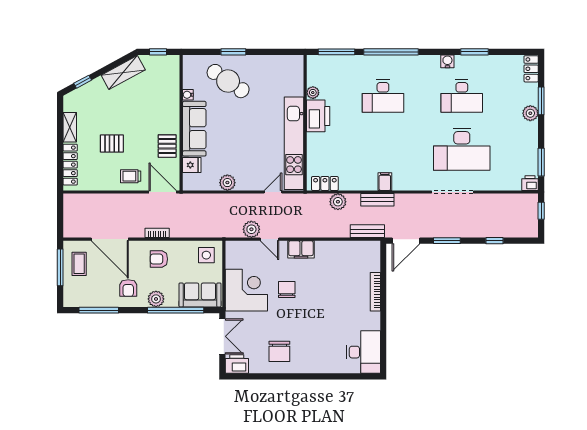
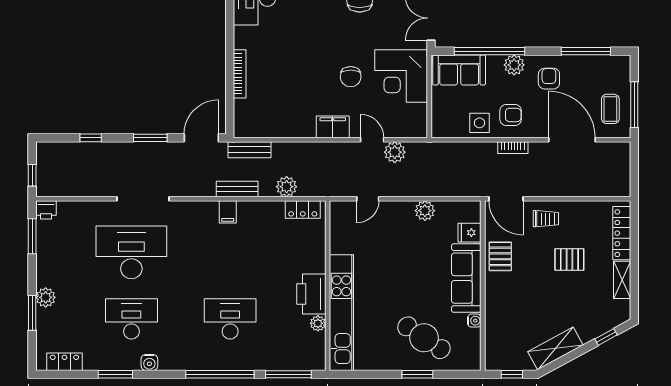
locker: (531, 69) -> (64, 362), moved, turned -90
kitchen unit: (294, 143) -> (341, 313), moved
side table: (206, 255) -> (479, 123), moved

